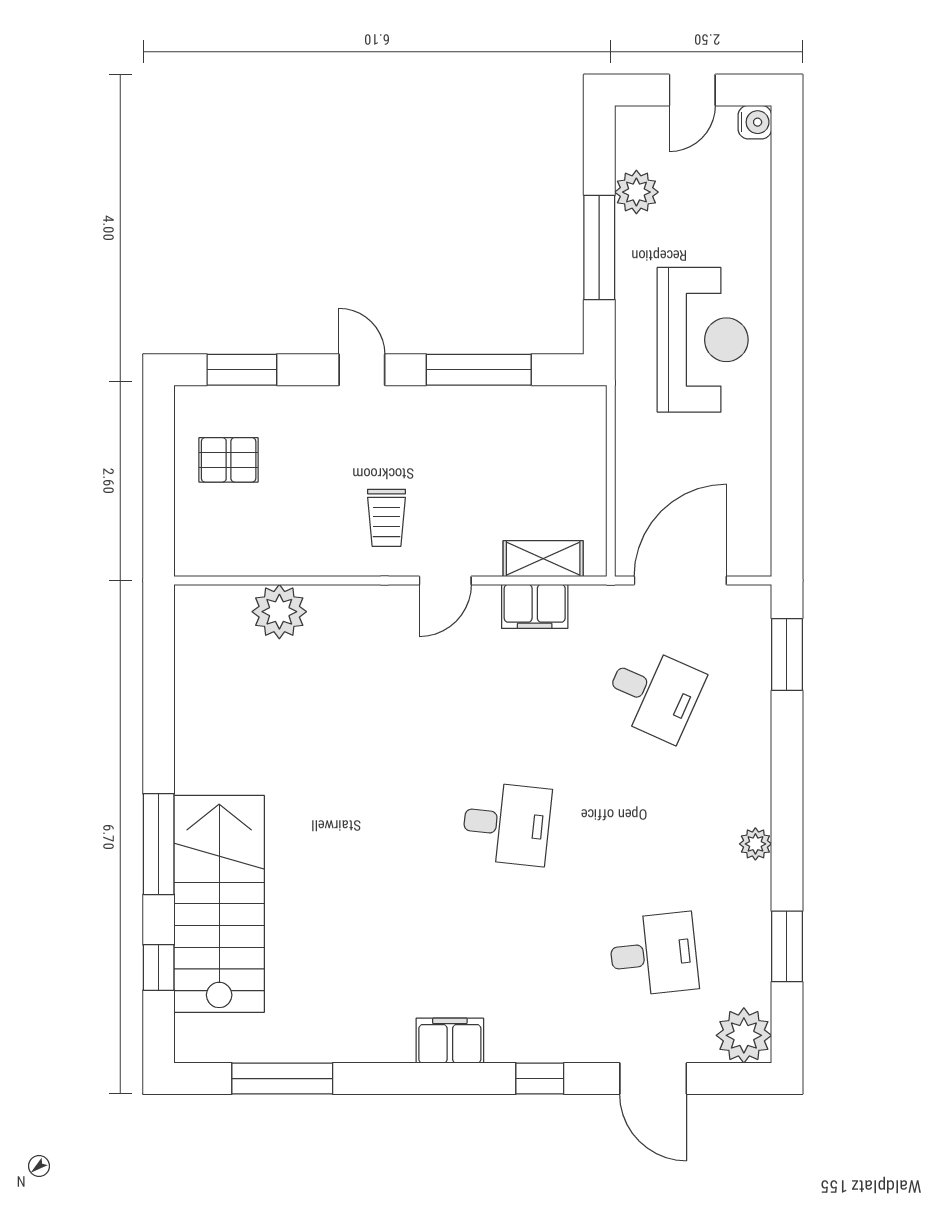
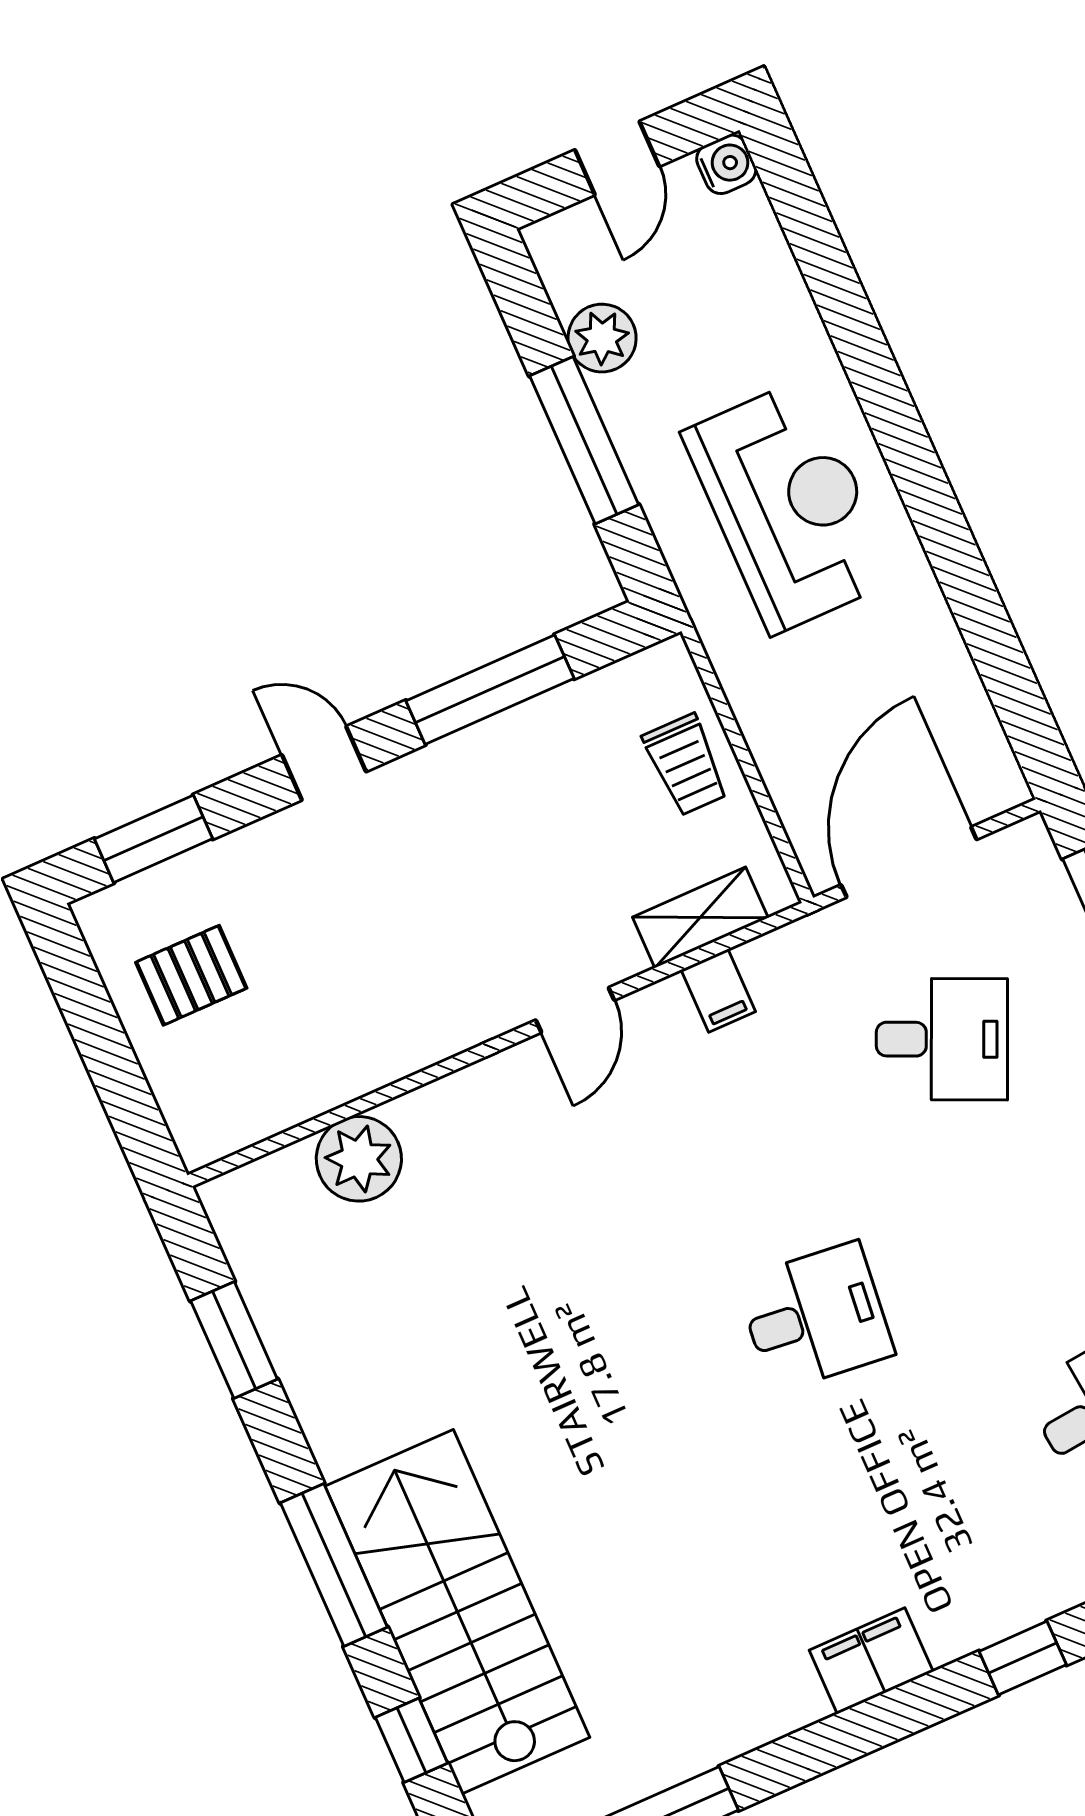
trolley: (386, 518) -> (686, 765), moved
filing cabinet: (535, 606) -> (718, 991), width x0.50
window: (159, 686) -> (234, 1340), added

